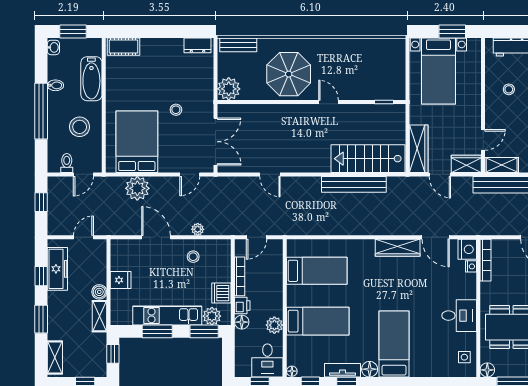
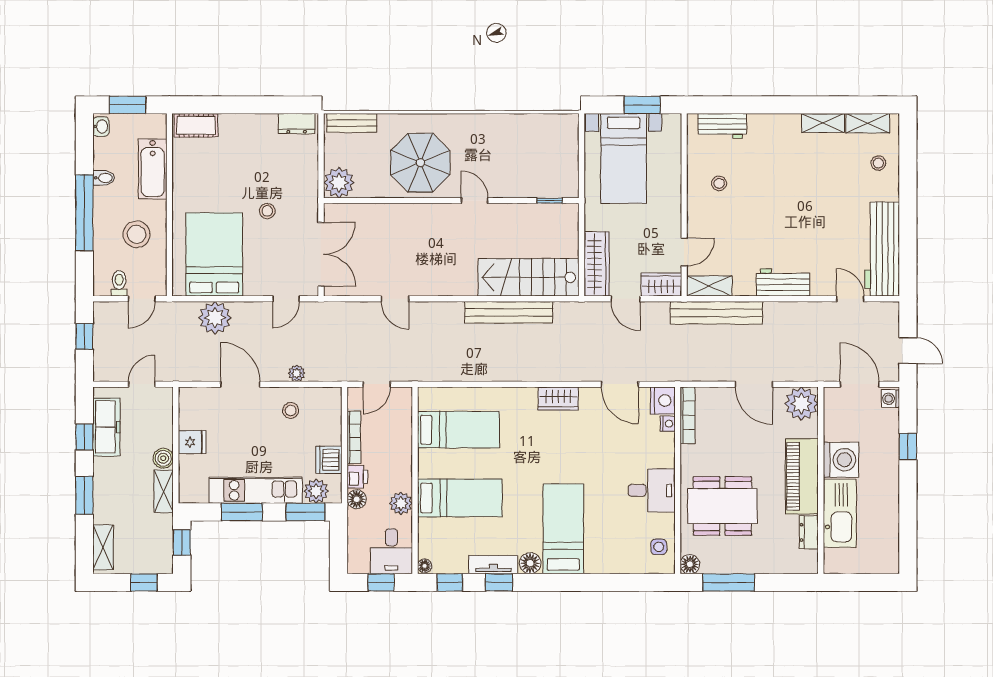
wardrobe: (398, 248) -> (558, 398), width x0.67

